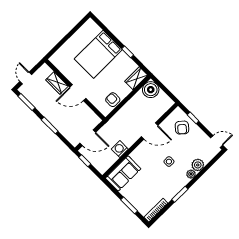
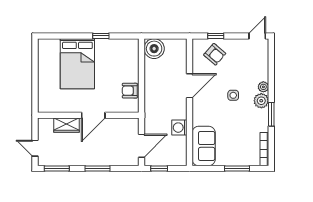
wardrobe: (136, 78) -> (131, 51), removed
plant: (198, 165) -> (261, 101), moved

